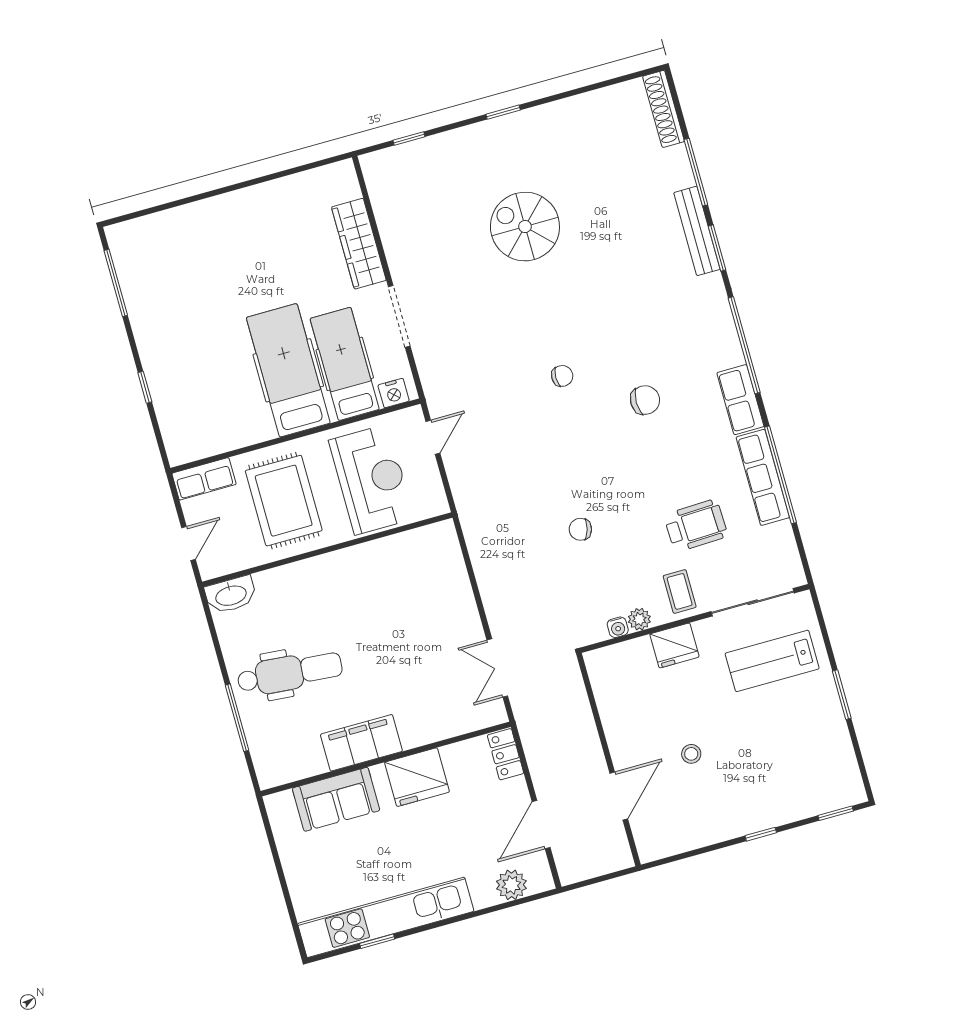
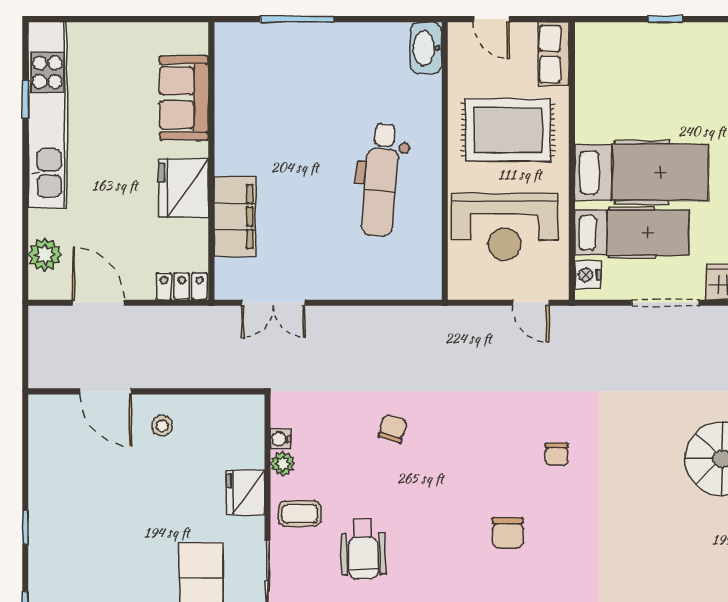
double door: (497, 668) -> (273, 303), swing flipped
dental chair: (290, 673) -> (381, 180), moved
filing cabinet: (361, 743) -> (235, 217), moved
stool: (691, 754) -> (162, 426), moved

